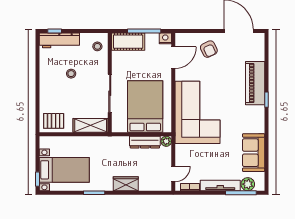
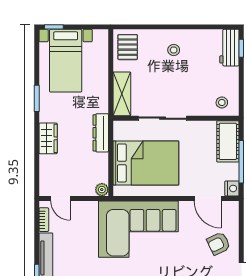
workbench: (59, 40) -> (229, 48), width x0.73
stool: (71, 74) -> (174, 50), moved
dresser: (145, 142) -> (101, 133), moved

